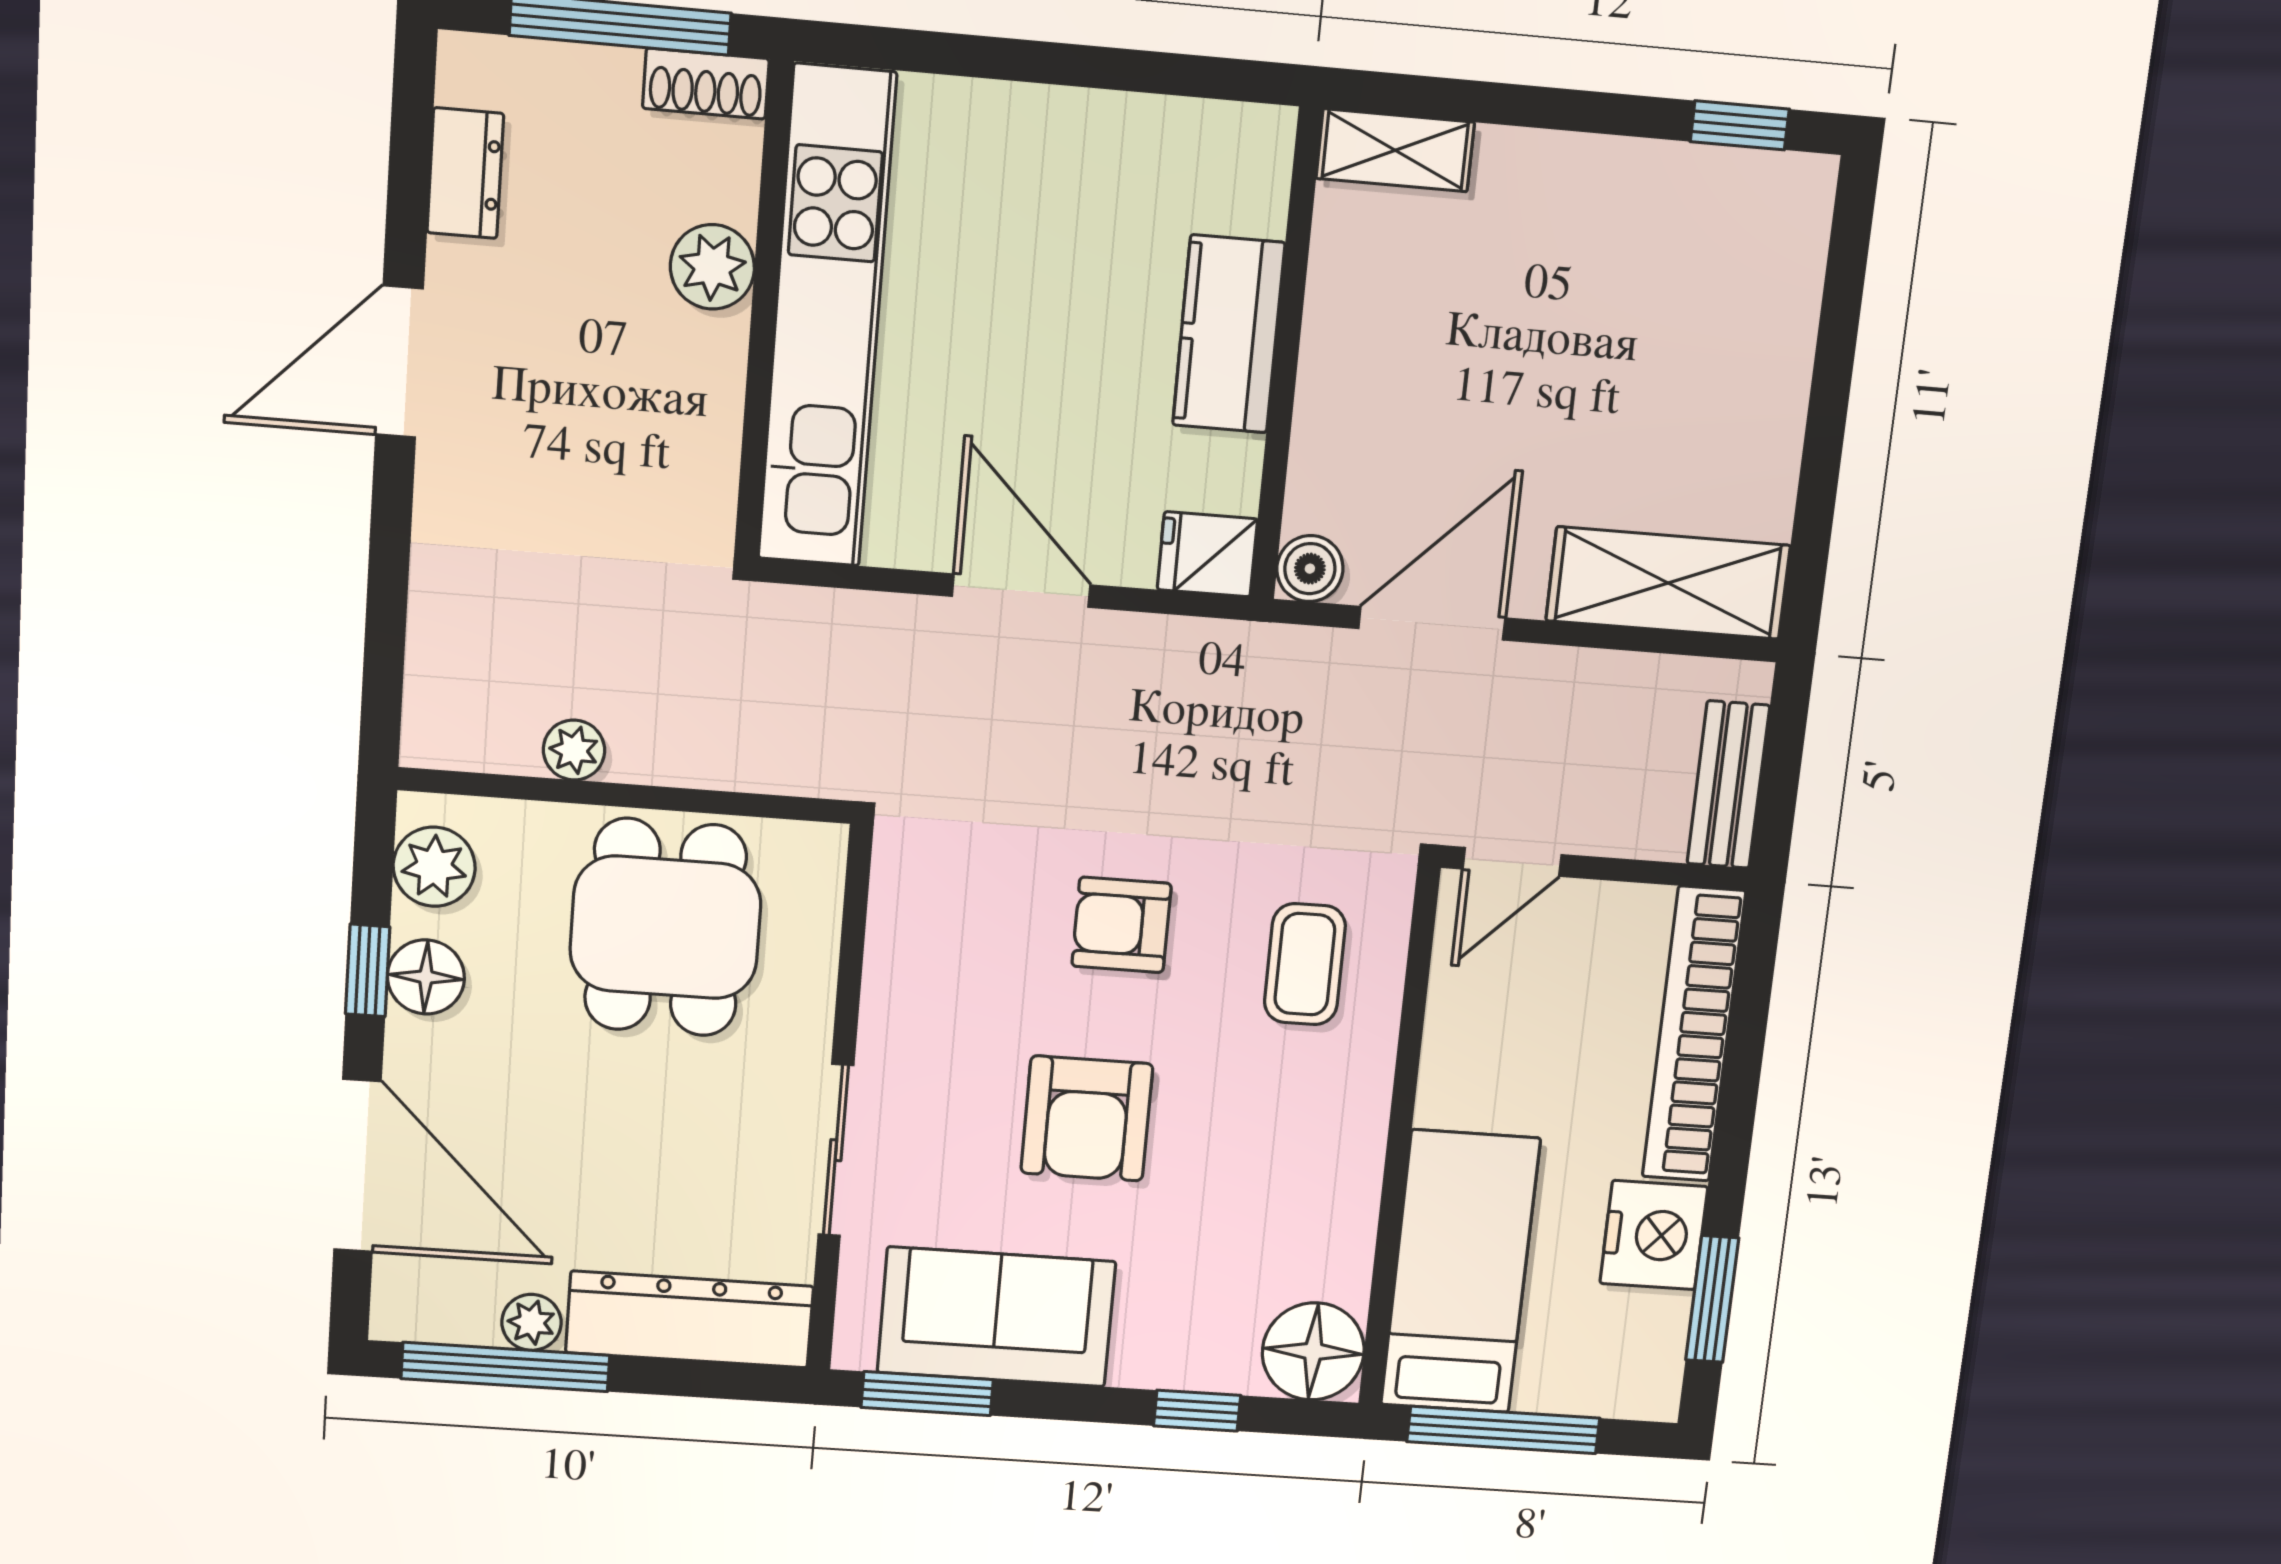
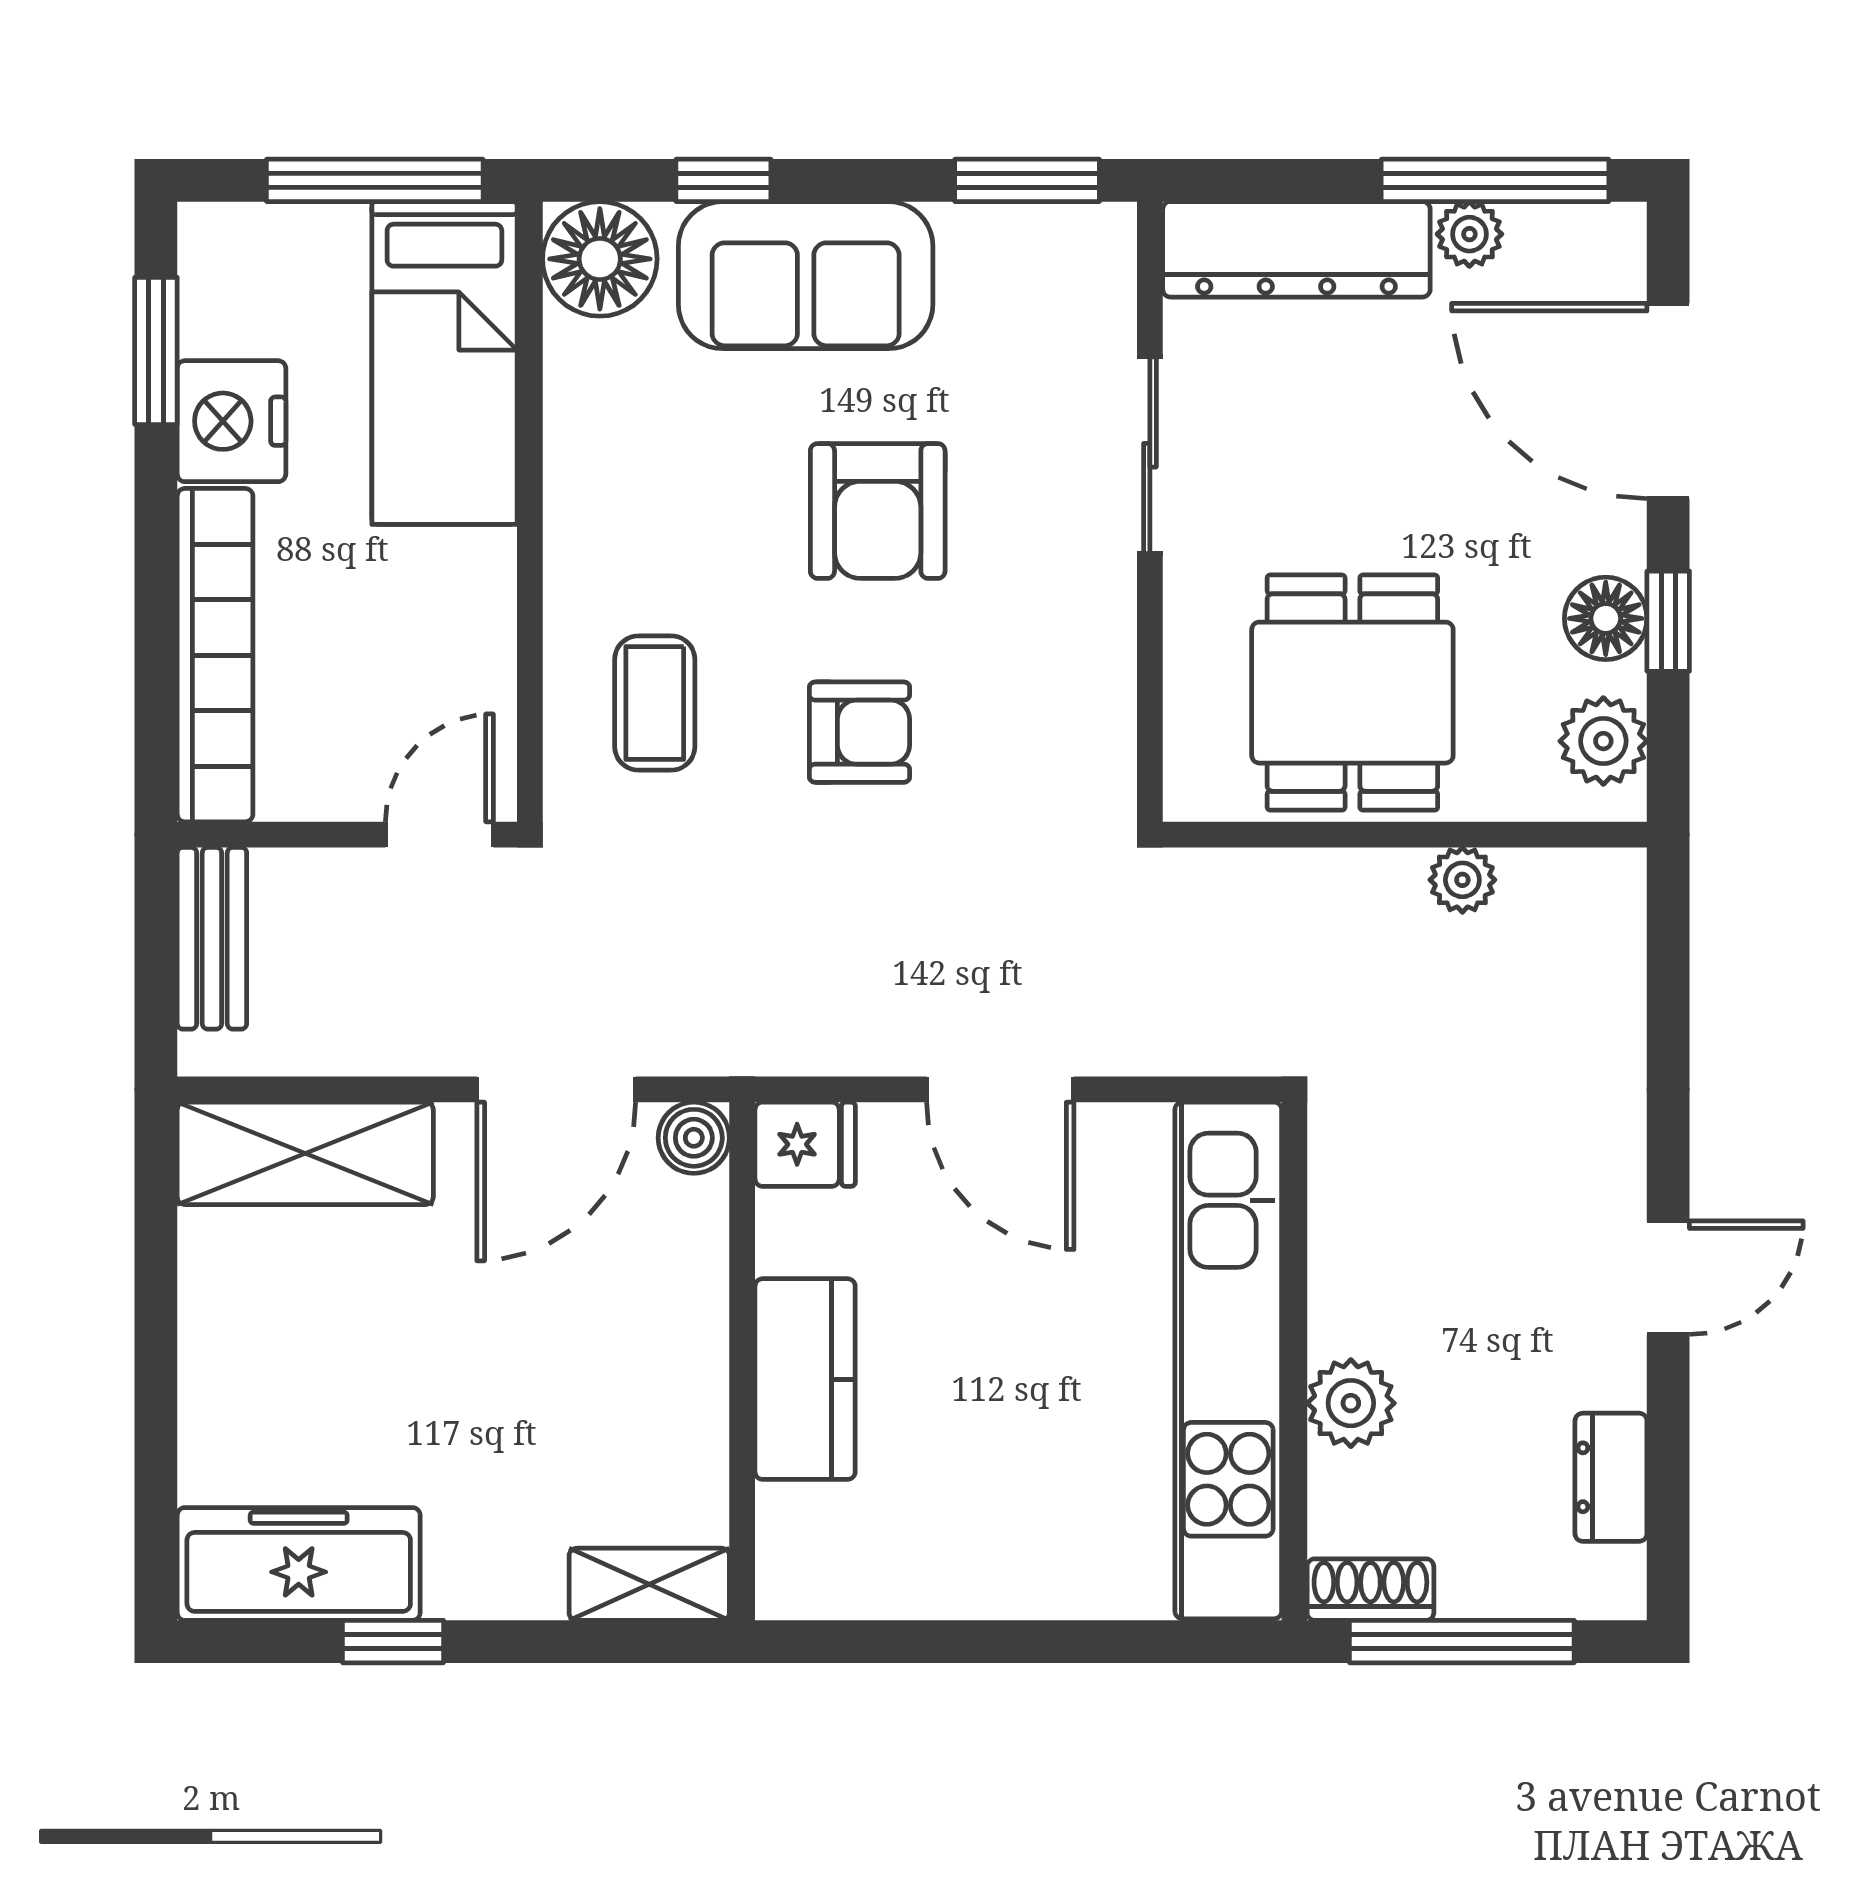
window: (1740, 125) -> (393, 1642), moved
freezer: (1721, 199) -> (299, 1564), added
door: (399, 362) -> (1668, 1278), width x0.73
armchair: (1087, 1118) -> (878, 511), turned 180
sofa: (996, 1317) -> (806, 275), moved

